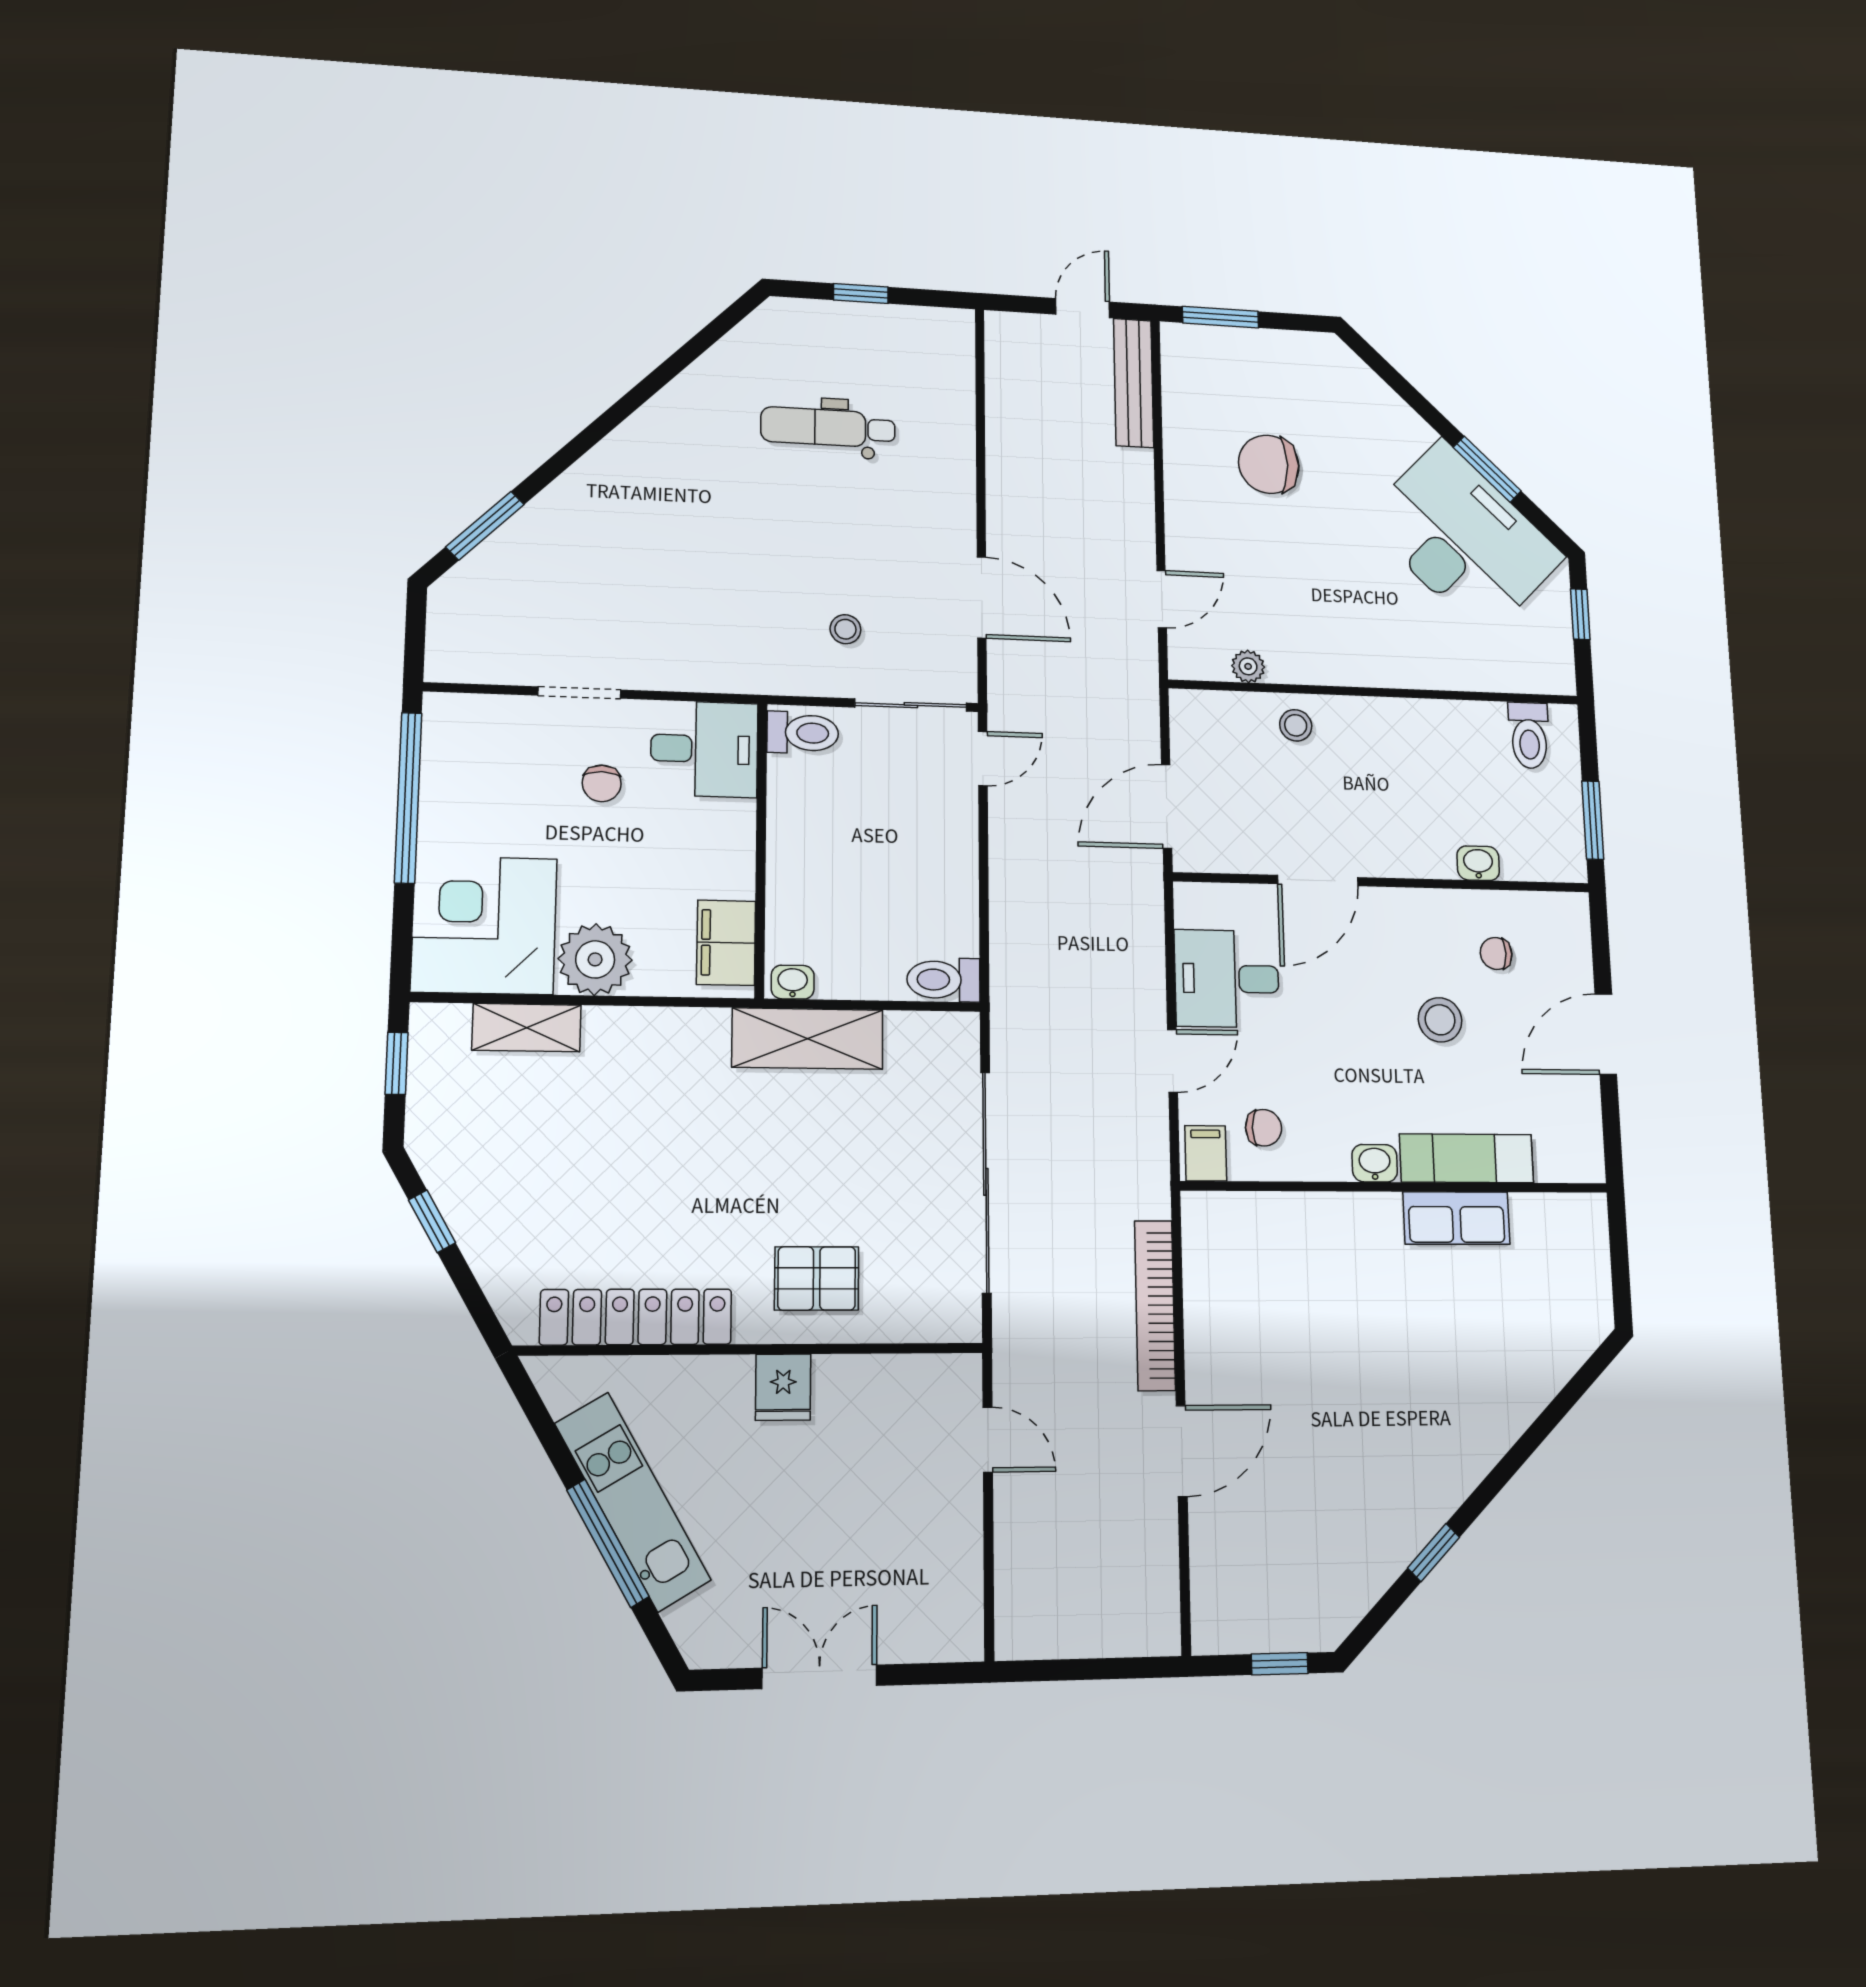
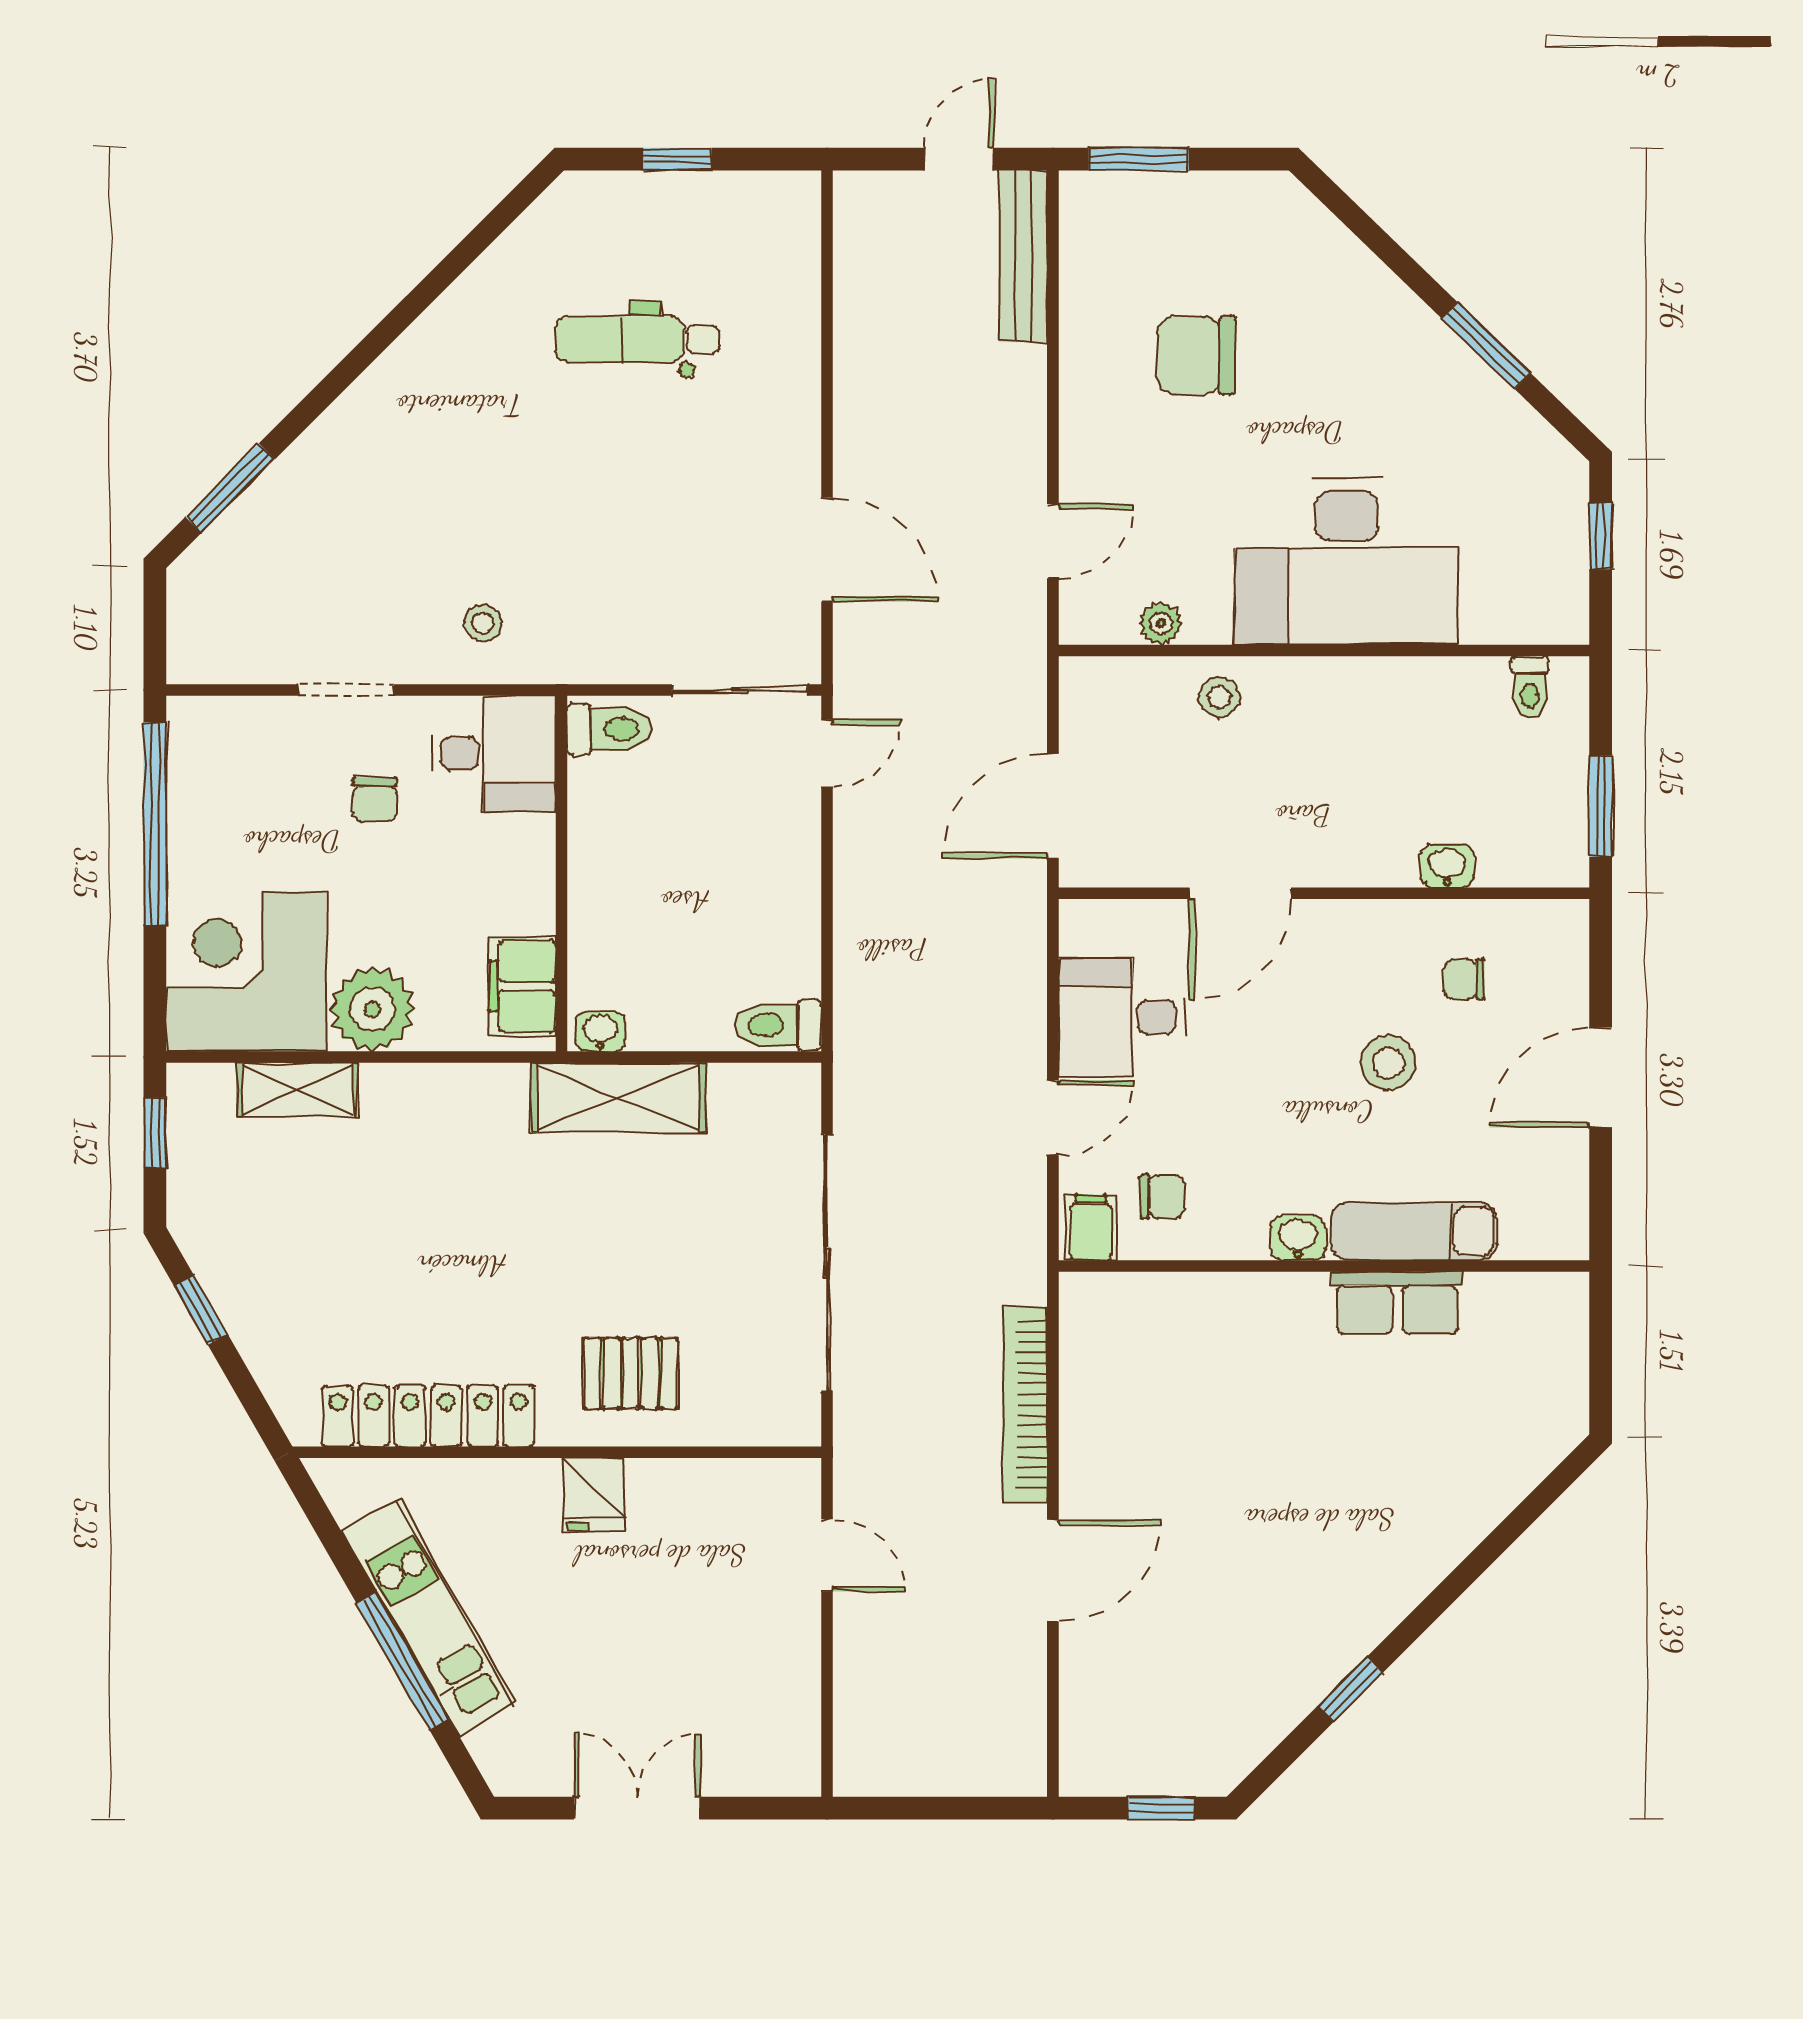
desk: (1463, 538) -> (1346, 561), moved, turned 136
stool: (845, 629) -> (483, 623), moved
toilet: (1529, 735) -> (1530, 687), width x0.73, depth x0.72

